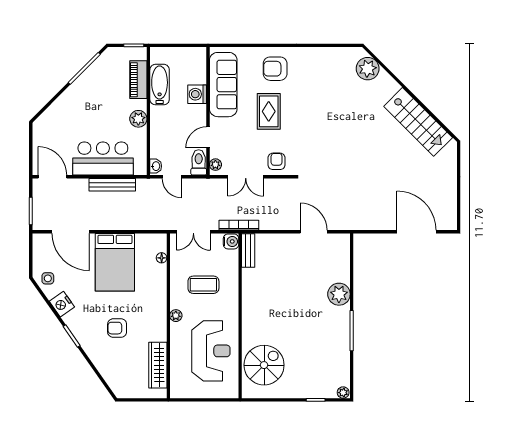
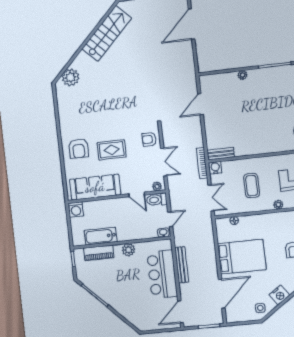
washing machine: (197, 94) -> (76, 210), moved
plant: (339, 294) -> (243, 75), width x0.53, depth x0.53

